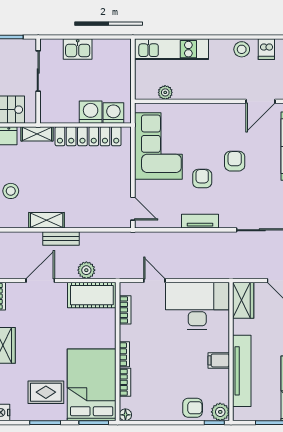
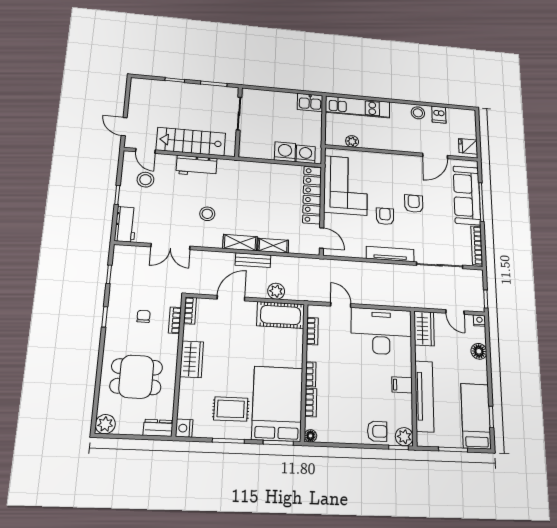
kitchen sink: (78, 49) -> (310, 102), moved
shelving: (37, 134) -> (273, 246), moved
locker: (88, 136) -> (312, 195), moved, turned 90
tv unit: (200, 221) -> (390, 254), width x1.41

